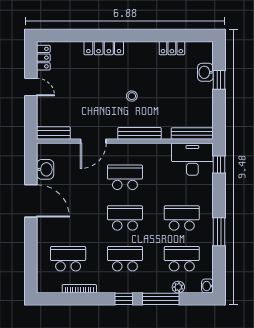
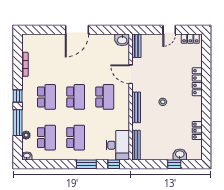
washbasin: (45, 169) -> (122, 40), moved
door: (31, 201) -> (77, 30), moved
window: (219, 232) -> (86, 164), moved
school desk: (68, 259) -> (46, 56), removed

